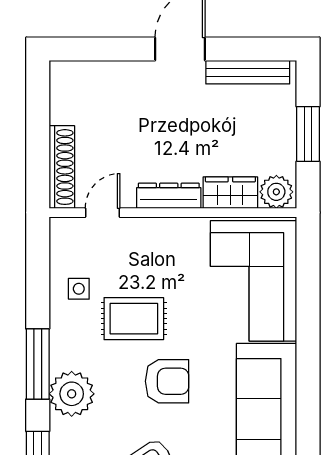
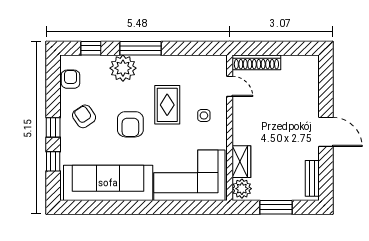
bench: (248, 72) -> (312, 178), width x0.73
dresser: (169, 196) -> (240, 125), removed
side table: (79, 289) -> (204, 115), moved

